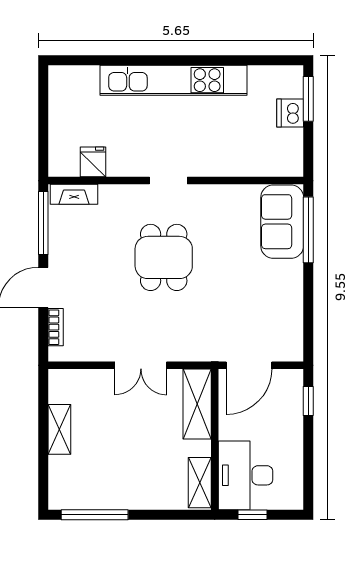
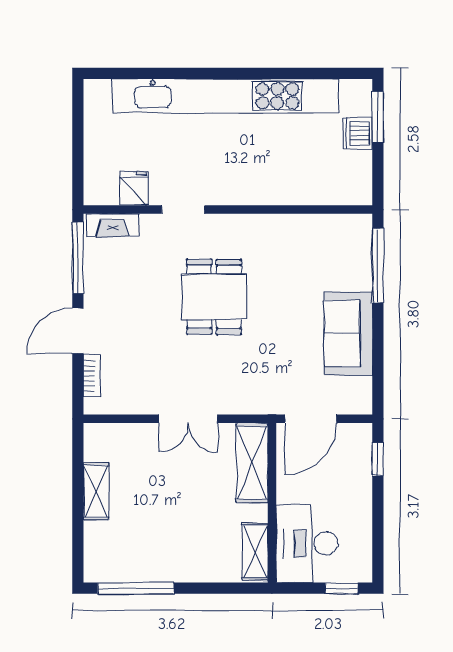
kitchen unit: (173, 80) -> (225, 96), width x1.36
doorway: (168, 181) -> (183, 210), moved
sofa: (282, 222) -> (348, 334), moved
window: (252, 515) -> (341, 588), moved

